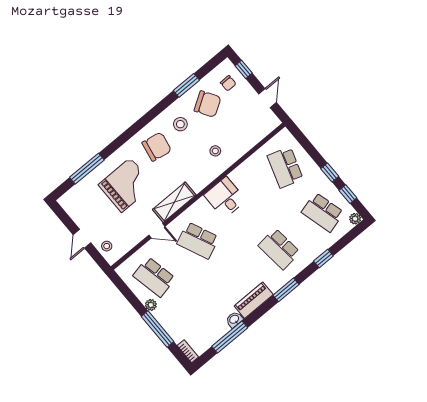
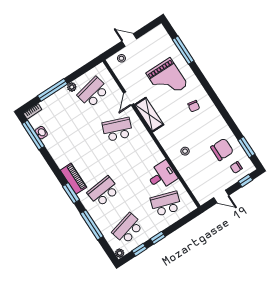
window: (186, 85) -> (246, 147), moved
chair: (207, 104) -> (222, 149), turned -148
stool: (180, 124) -> (209, 127), removed
chair: (157, 147) -> (194, 106), width x0.54, depth x0.54
desk: (225, 198) -> (162, 176), moved
school desk: (198, 240) -> (117, 129), turned 45
window: (323, 259) -> (92, 225), width x2.17
piano: (254, 300) -> (73, 179), moved
washbasin: (234, 320) -> (41, 133), moved
window: (230, 337) -> (33, 135), moved

